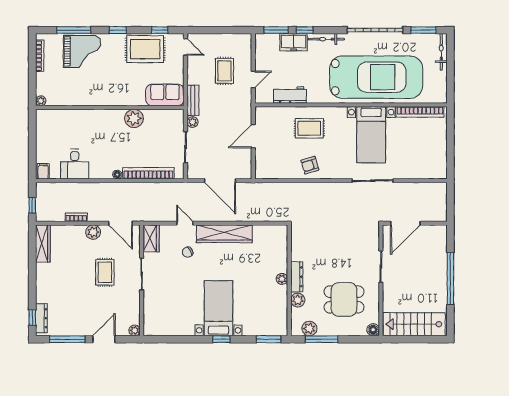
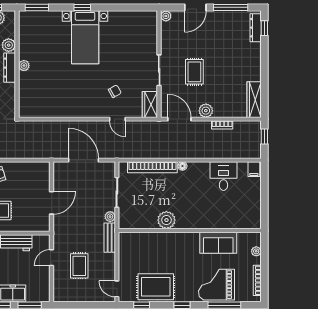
sofa: (165, 95) -> (218, 243), moved
plant: (41, 101) -> (256, 251), moved
wardrobe: (224, 234) -> (79, 109), removed

